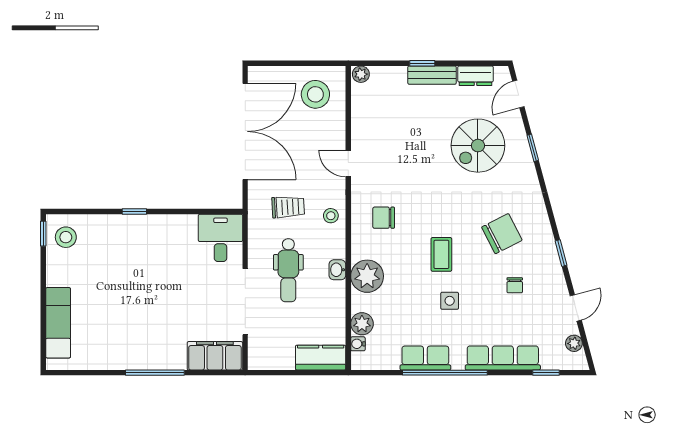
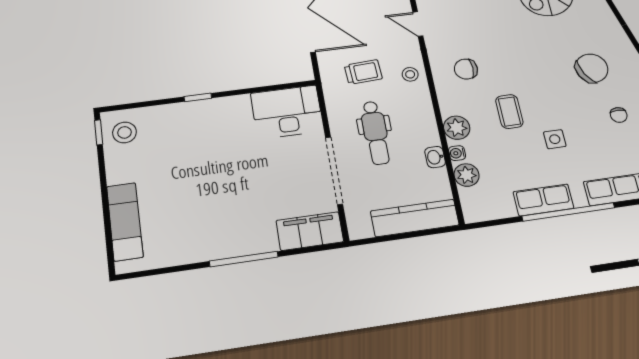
desk: (220, 238) -> (287, 112), width x1.37
coffee table: (441, 254) -> (509, 111), moved
washbasin: (337, 270) -> (435, 157), moved
plant: (367, 276) -> (457, 128), width x0.73, depth x0.73
water cooler: (358, 344) -> (457, 153), moved
kitchen counter: (321, 358) -> (415, 218), width x1.50

